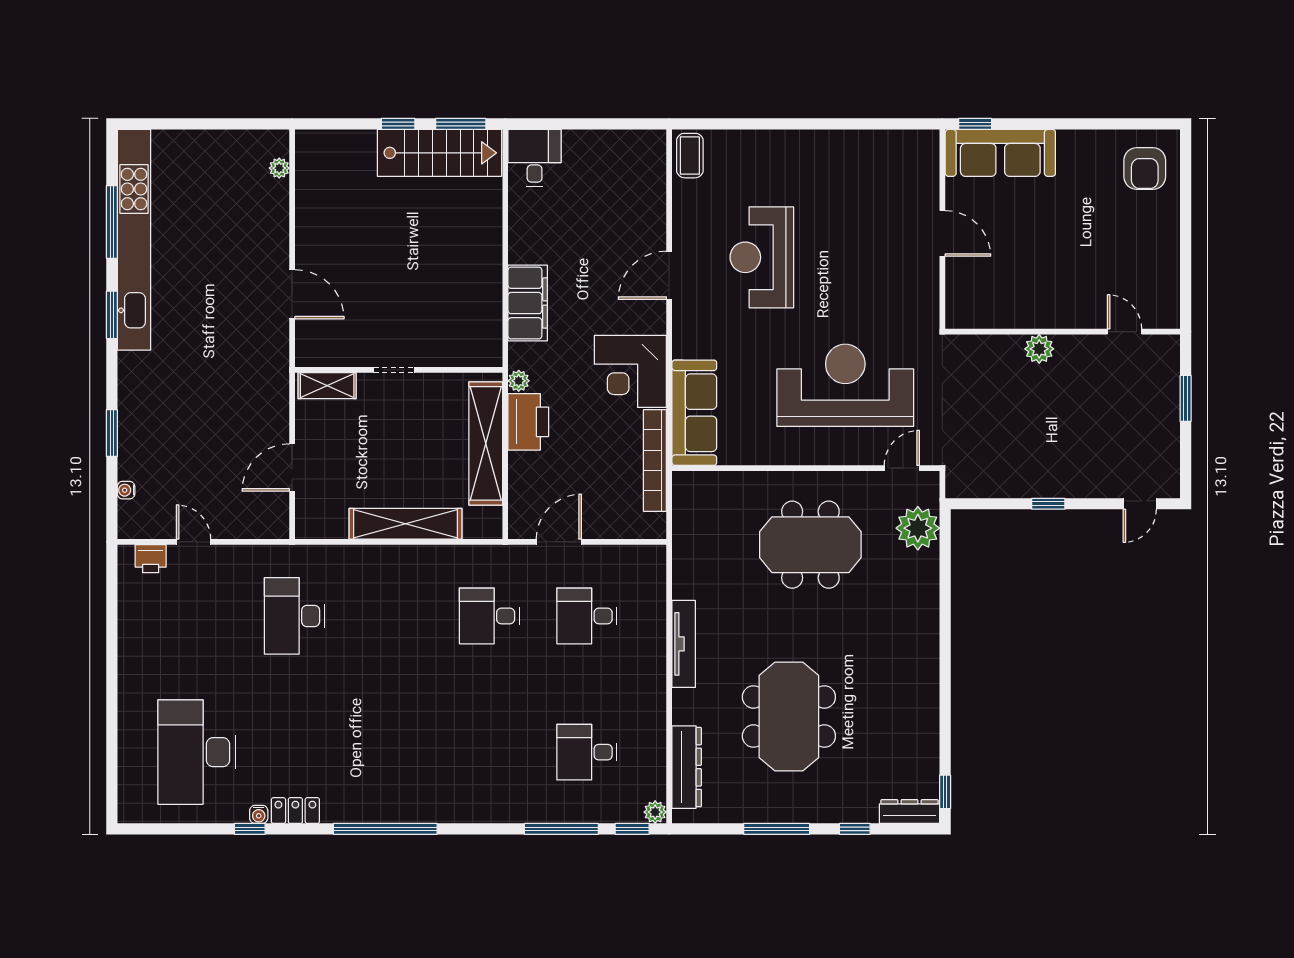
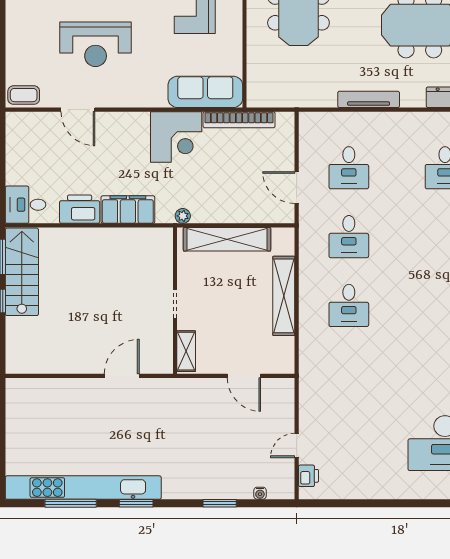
plant: (279, 168) -> (33, 385), removed
door: (669, 275) -> (78, 110), moved
printer: (528, 422) -> (80, 209), moved
desk: (294, 616) -> (349, 305), moved, width x0.73

